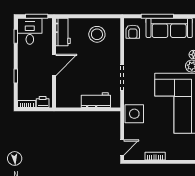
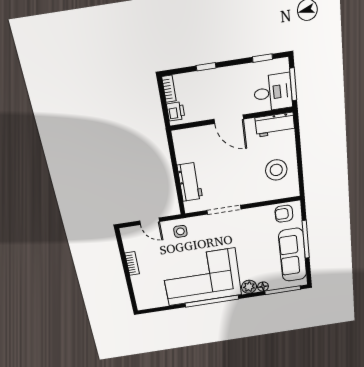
desk: (30, 31) -> (273, 92), moved
side table: (134, 114) -> (180, 231), width x0.54, depth x0.54
door: (122, 147) -> (150, 221), moved

